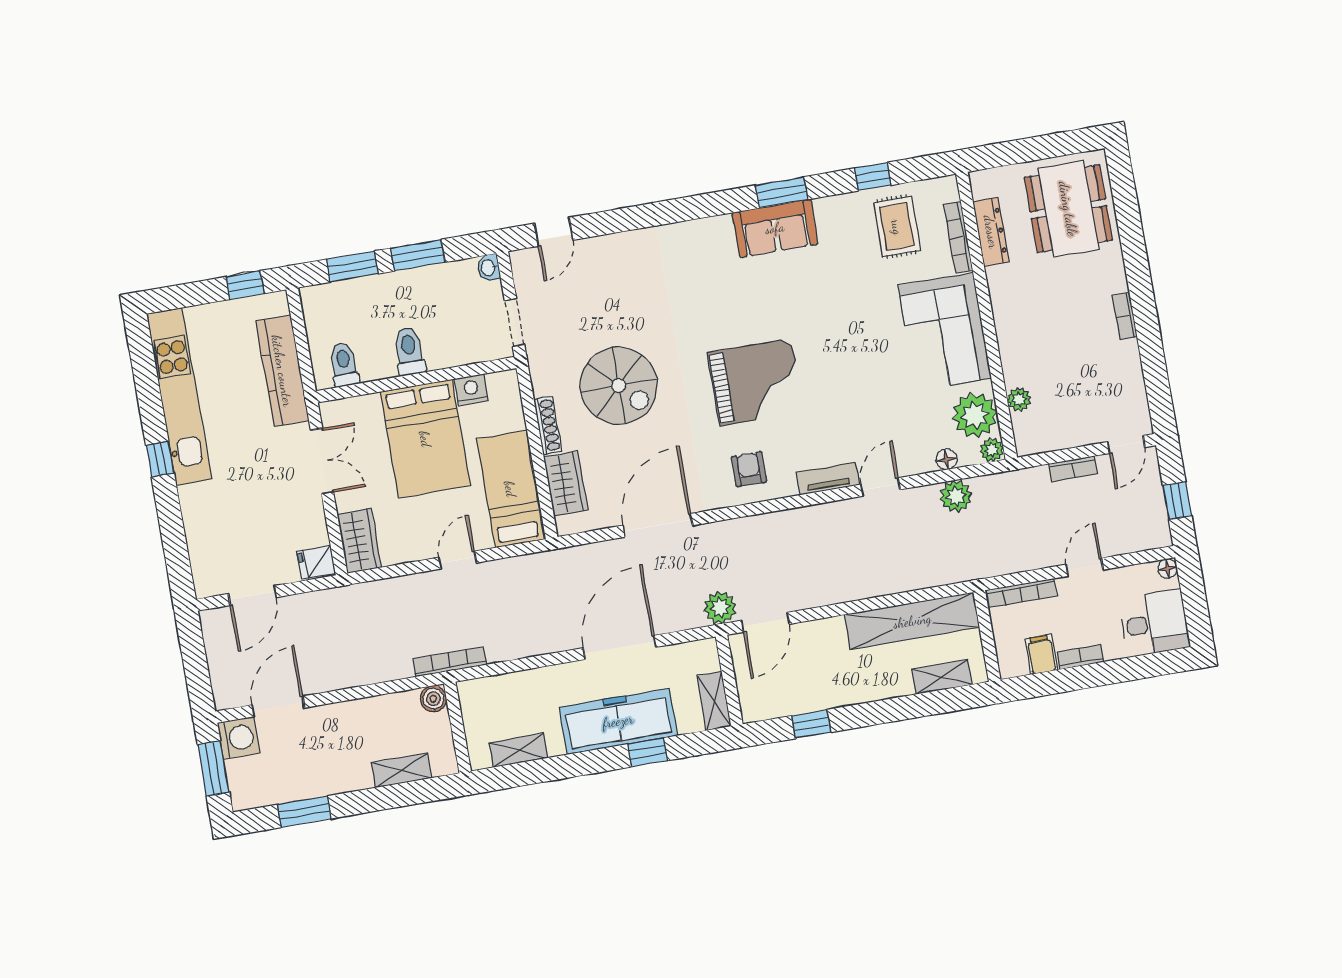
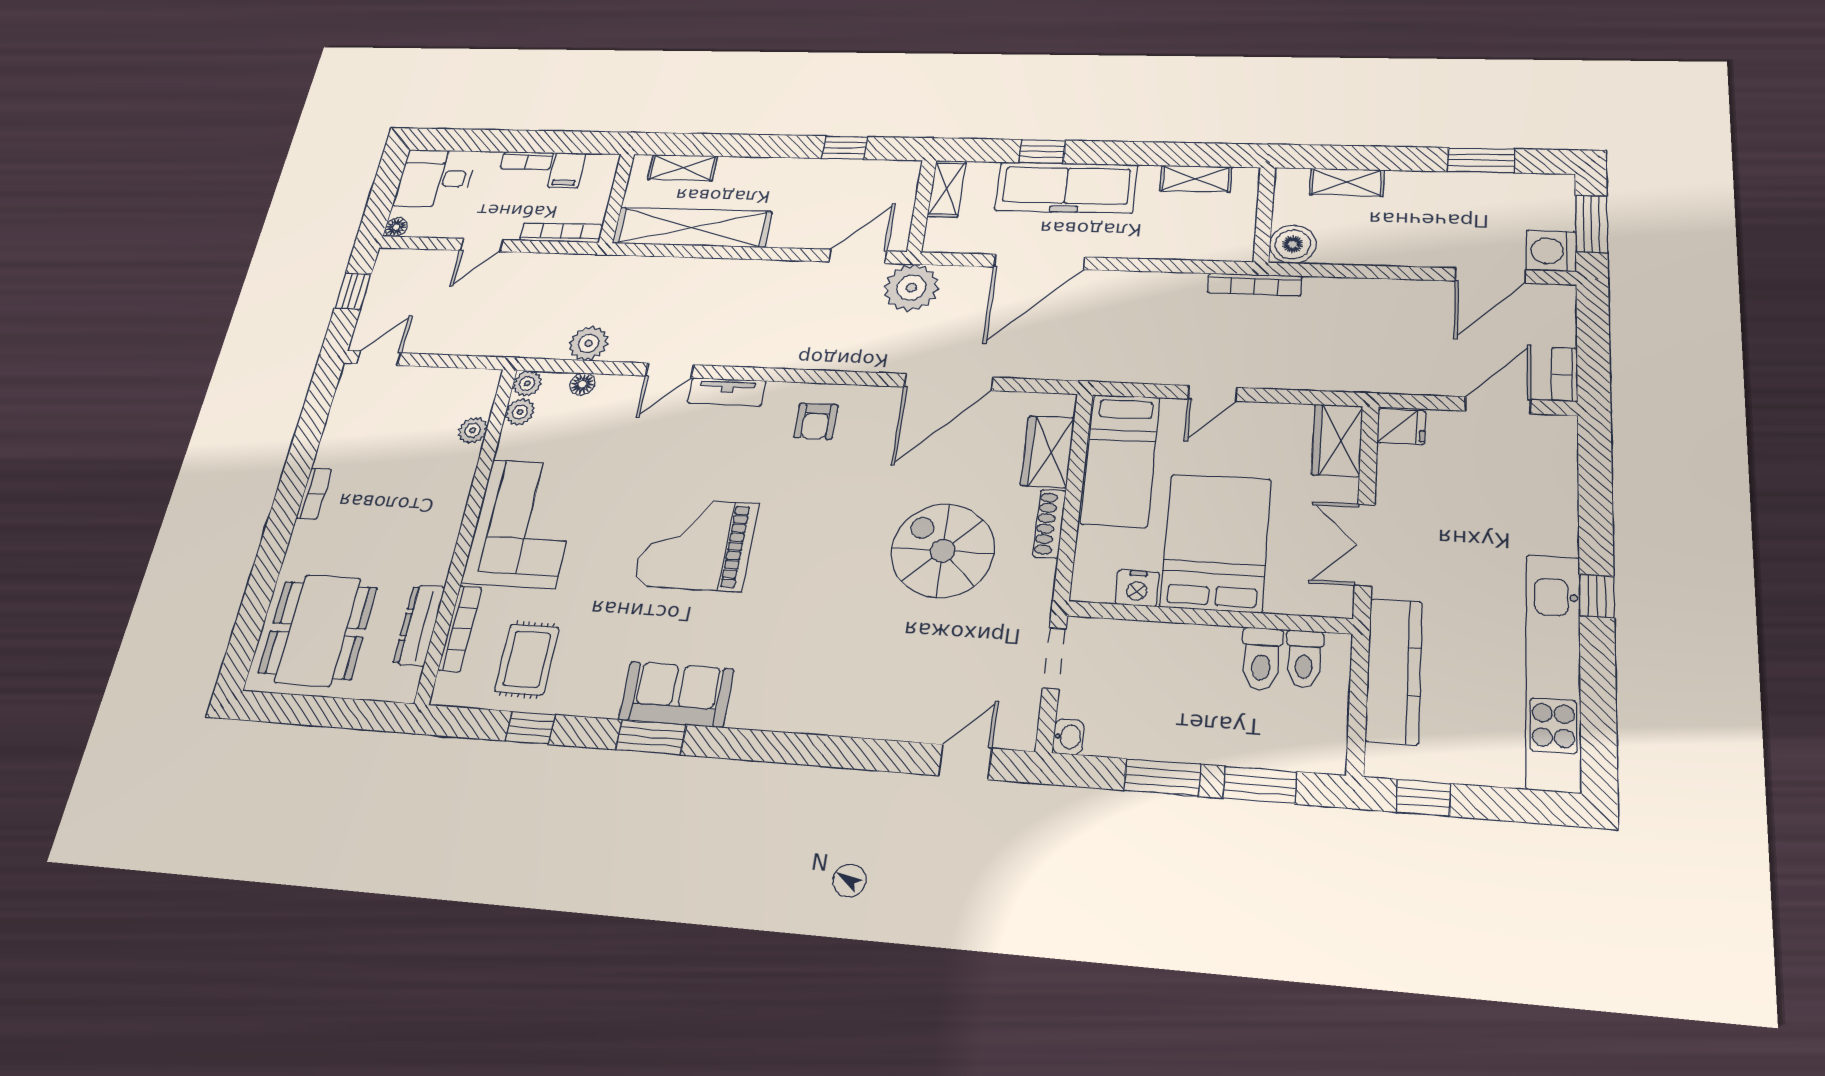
toilet: (409, 351) -> (1261, 659), moved
grand piano: (756, 382) -> (696, 544), moved
plant: (975, 415) -> (520, 412), width x0.53, depth x0.53
bookcase: (1073, 469) -> (1565, 374), moved, turned -90
plant: (720, 608) -> (911, 288), width x1.36, depth x1.36
boiler: (433, 699) -> (1293, 244), width x1.36, depth x1.36

